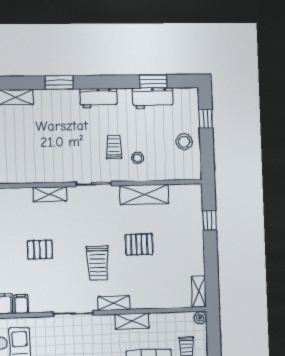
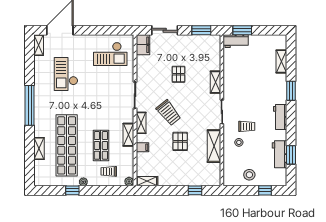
trolley: (98, 263) -> (168, 113), turned -129
filing cabinet: (21, 304) -> (143, 147), moved

